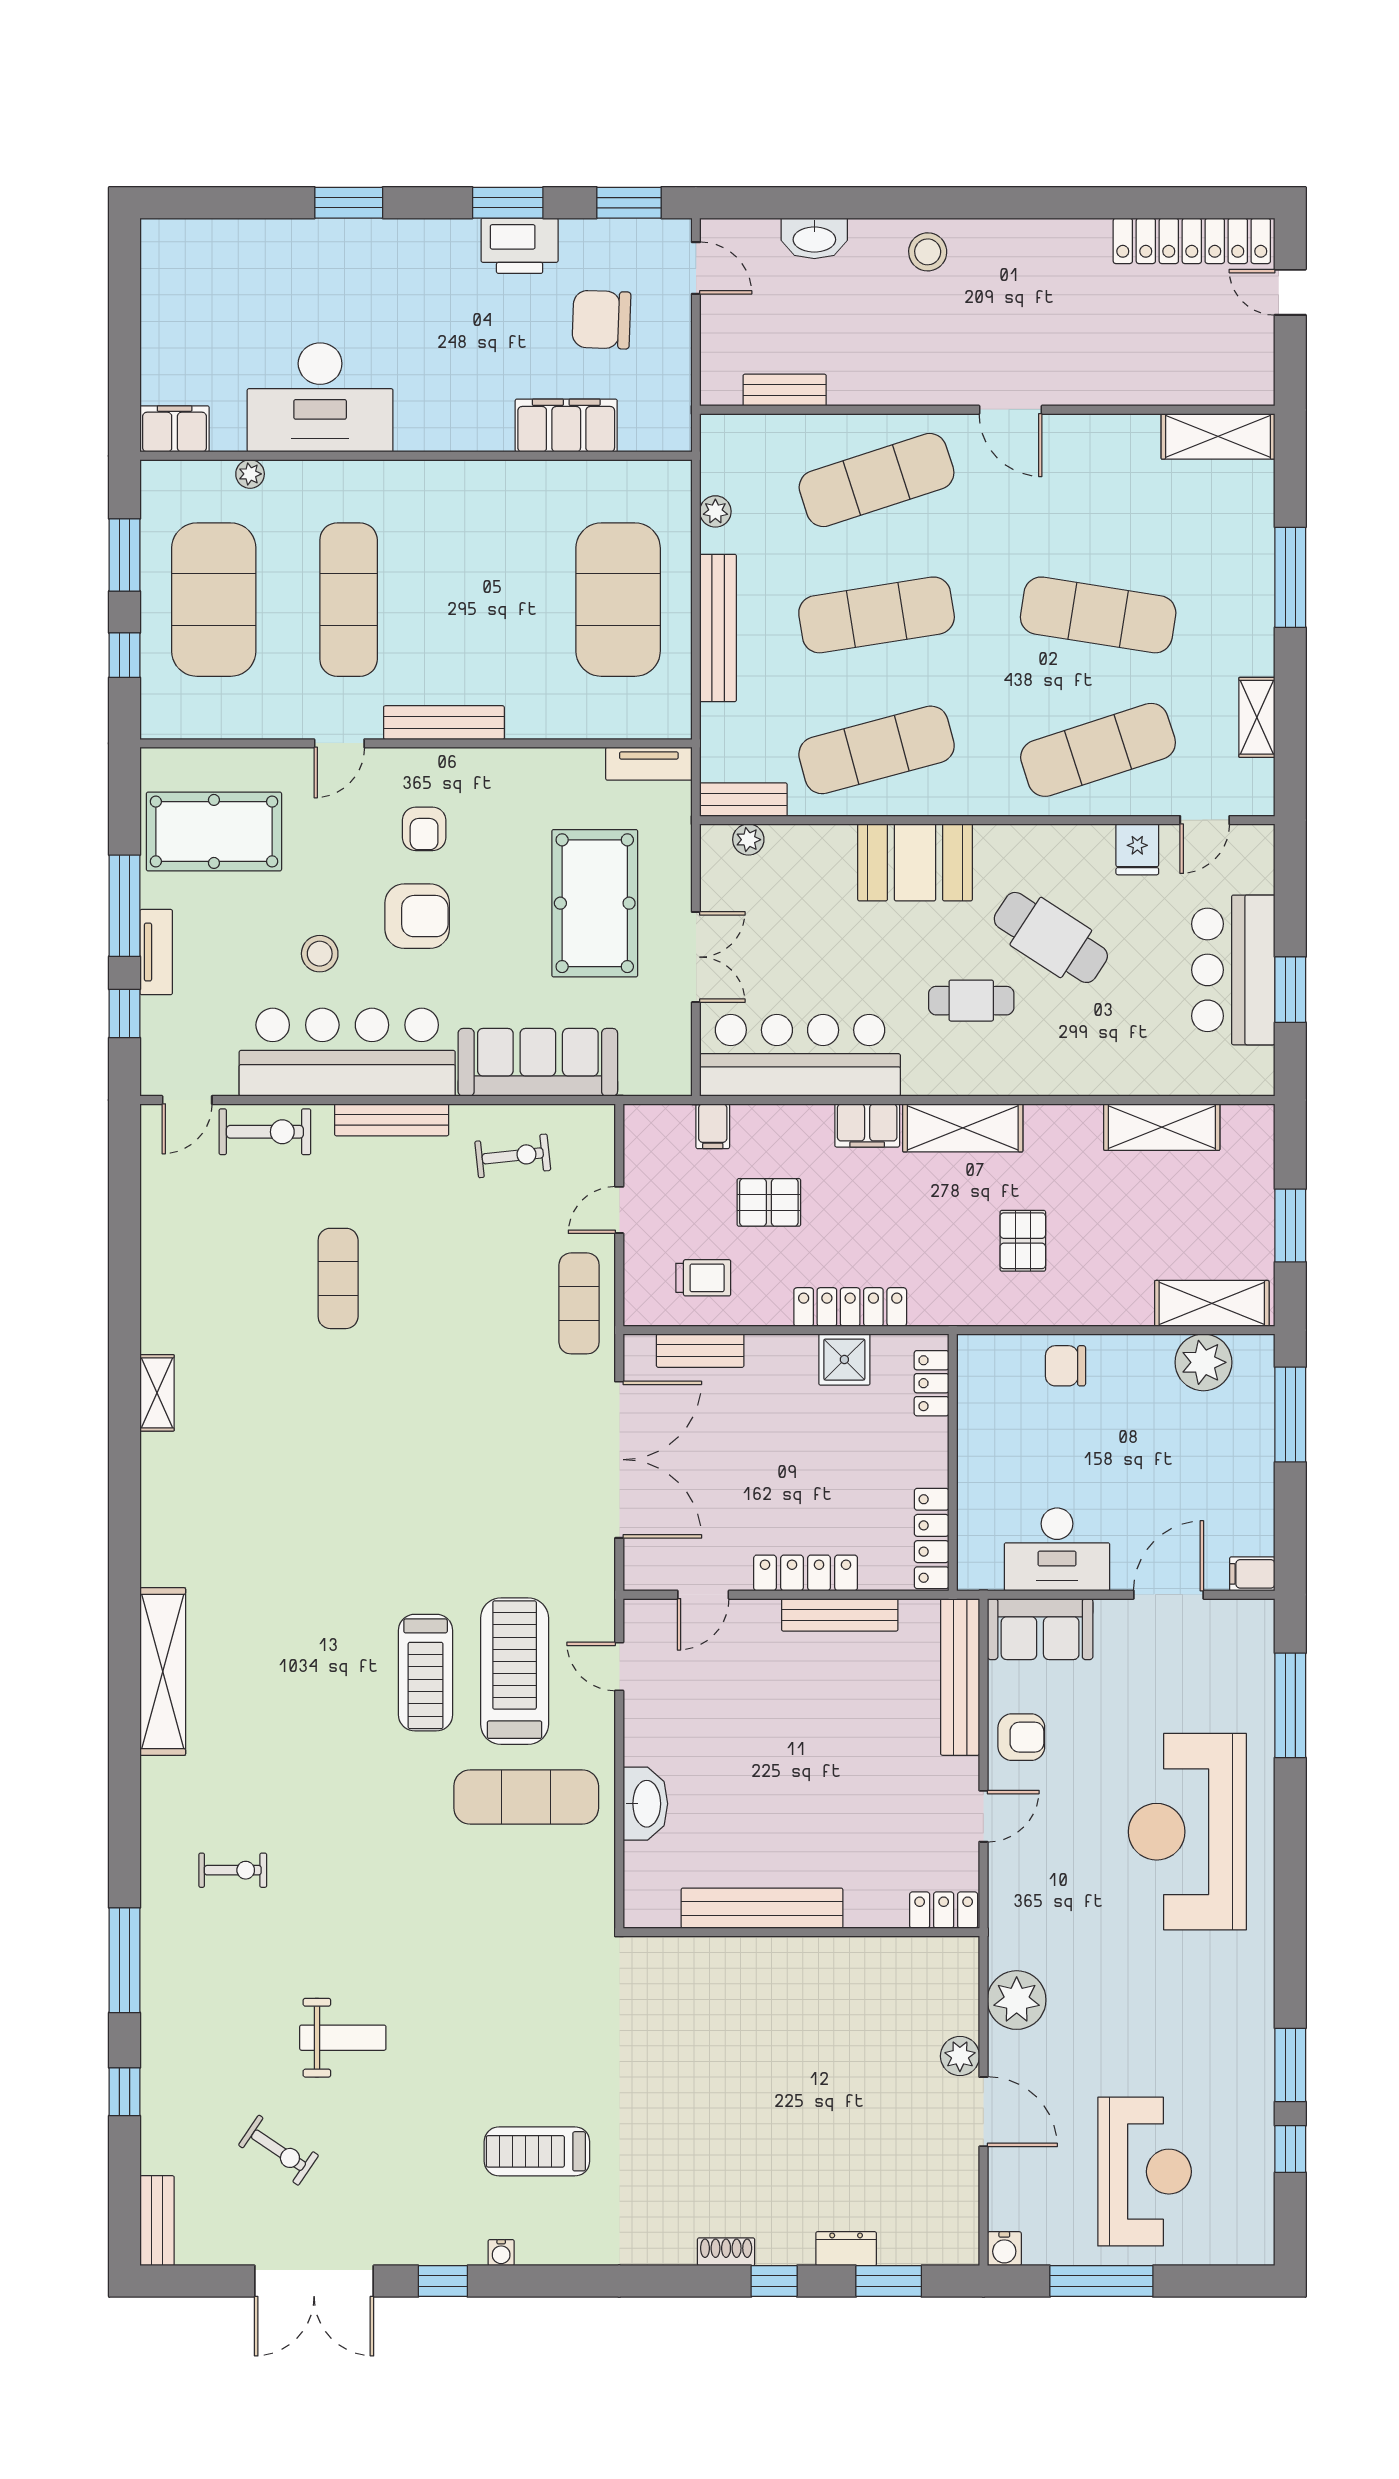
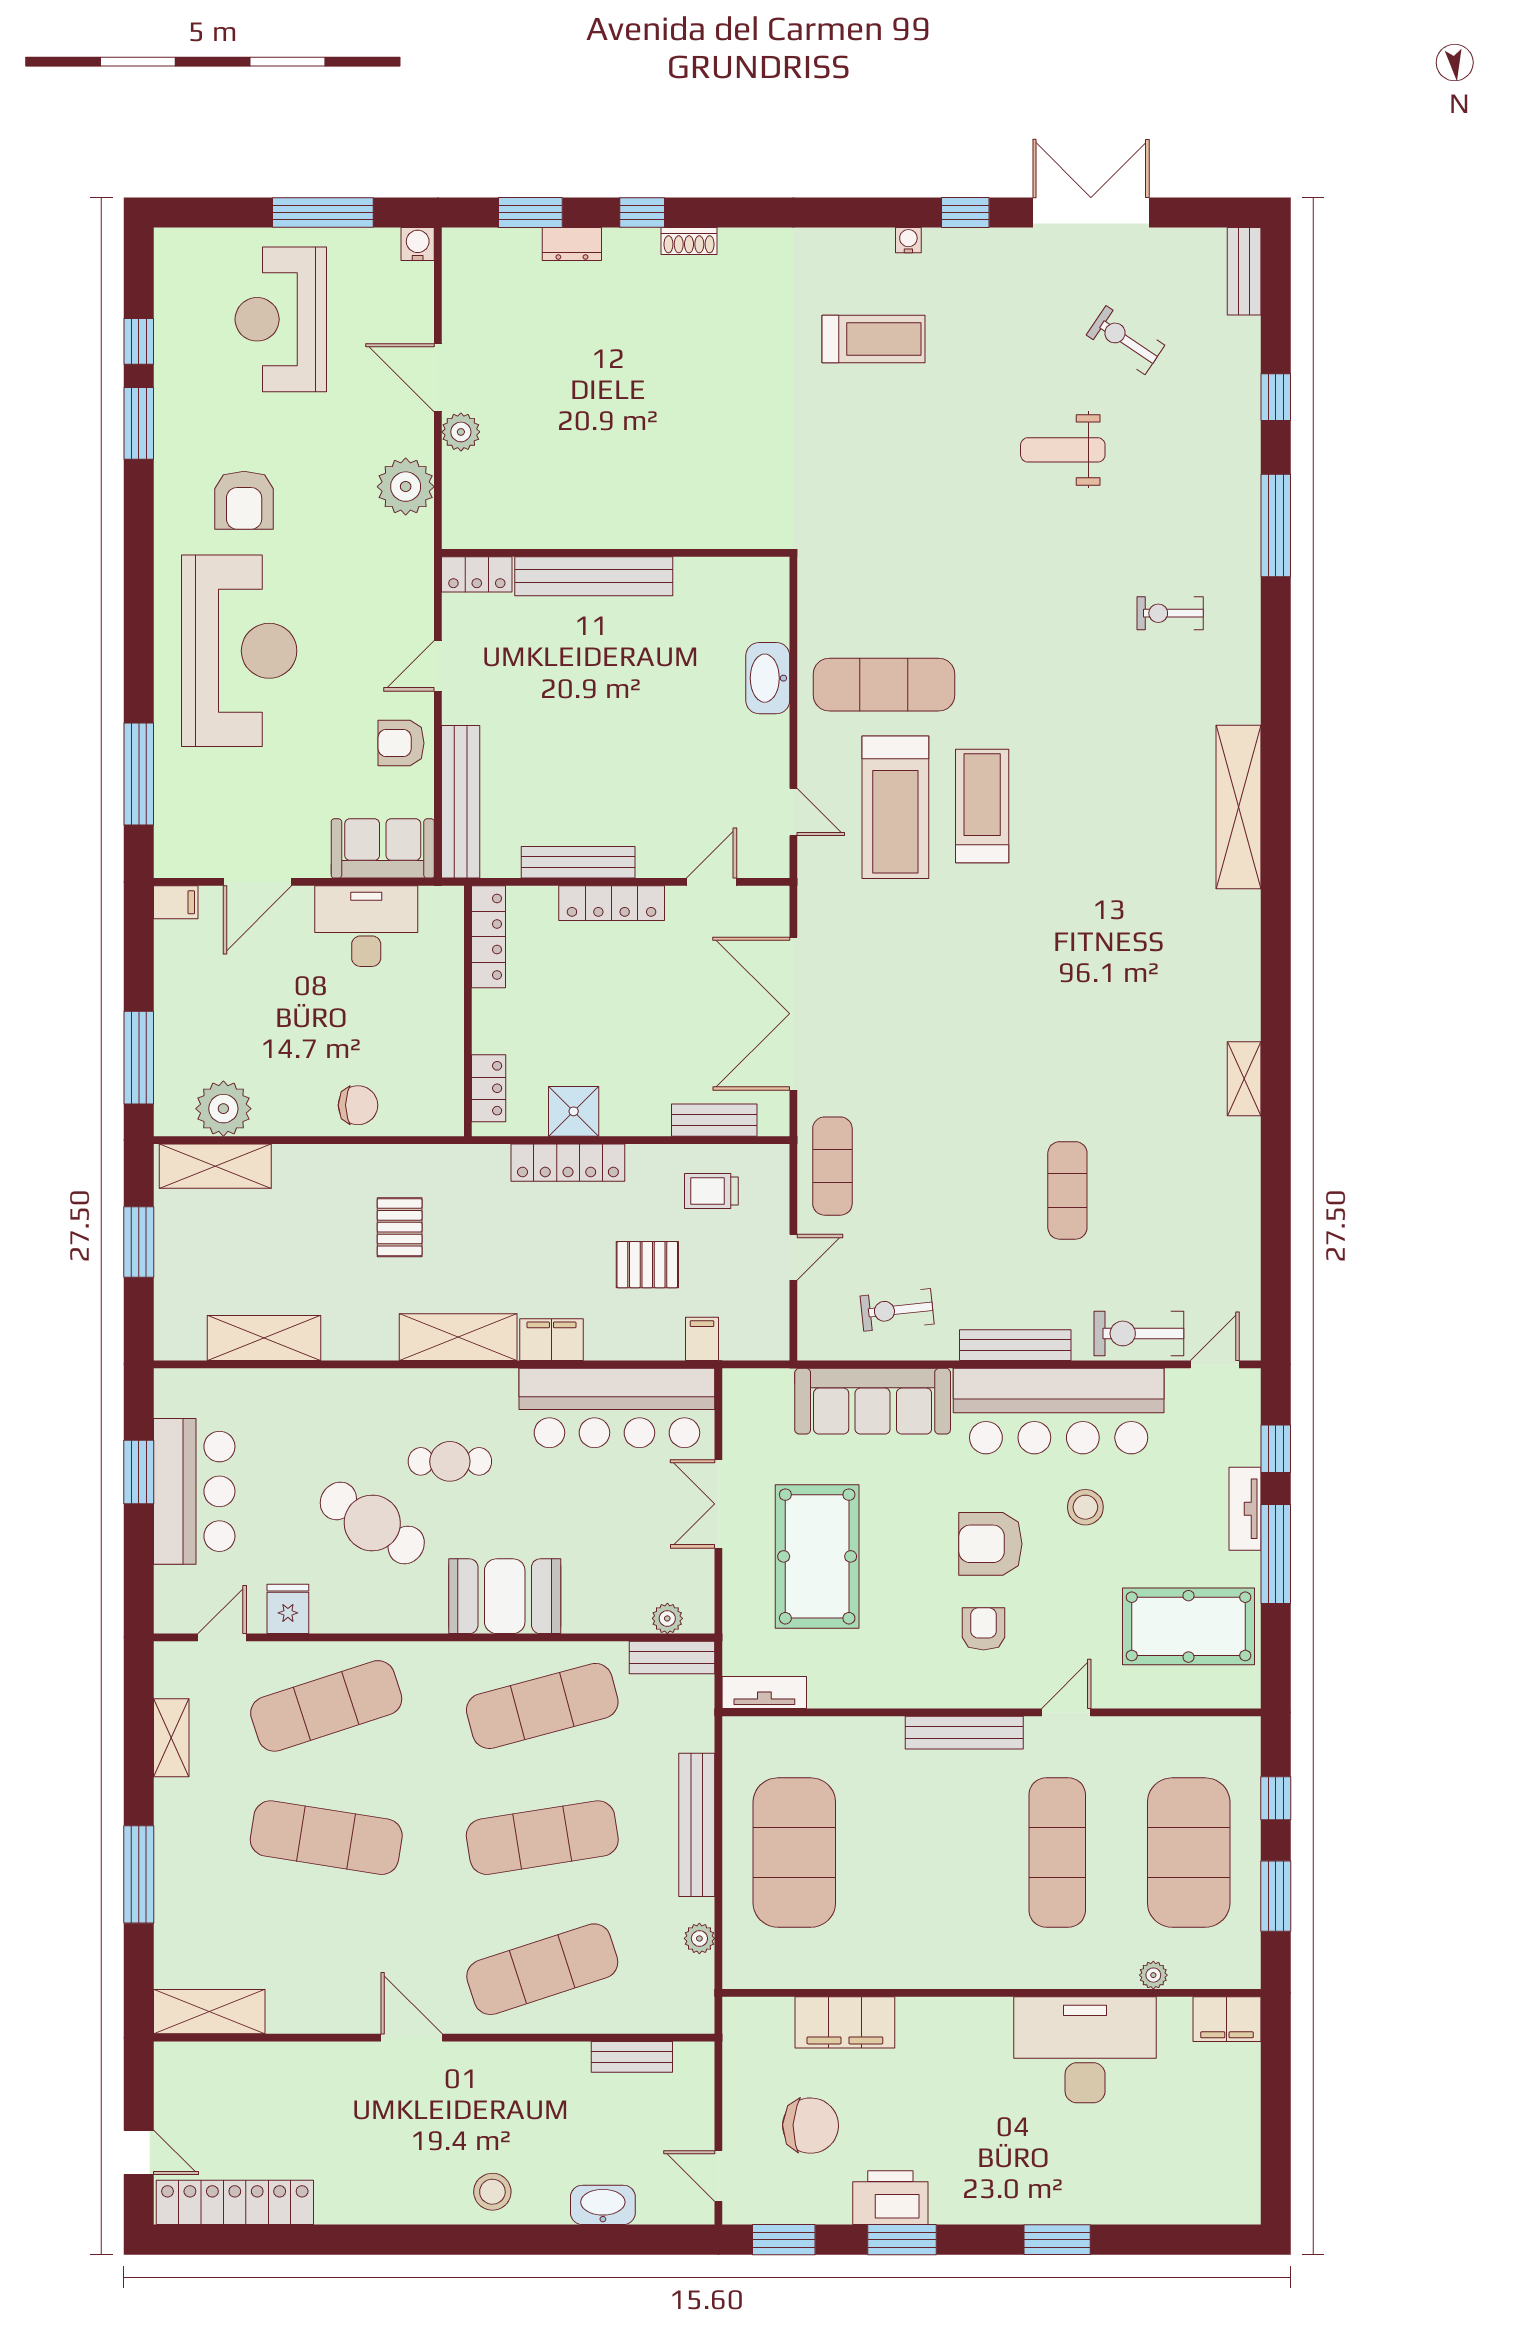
bench: (762, 1908) -> (594, 576), moved
armchair: (1182, 1986) -> (244, 500), added

